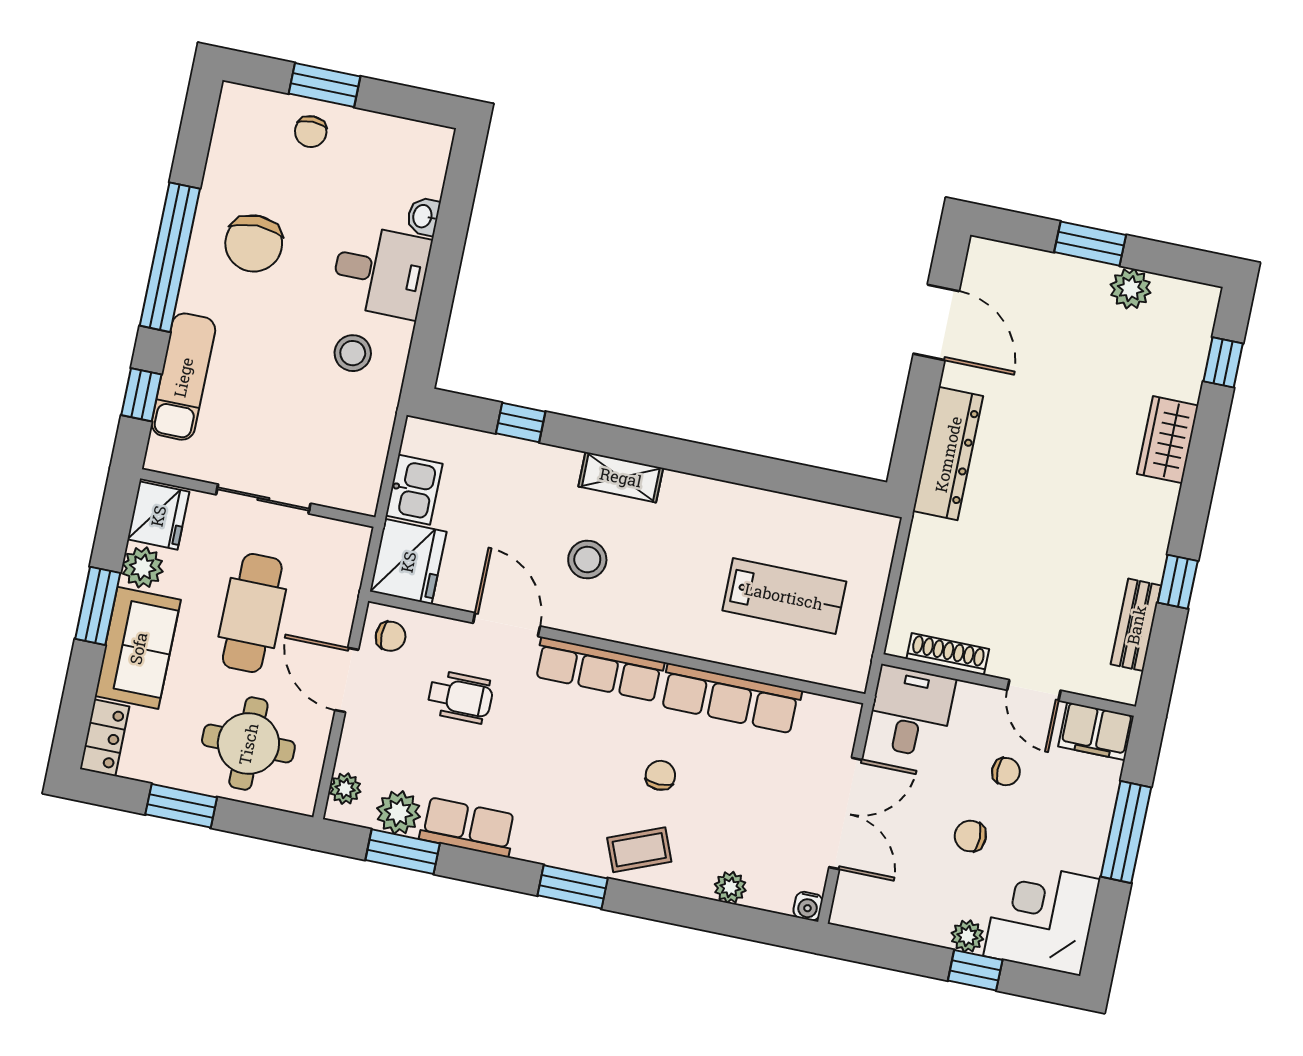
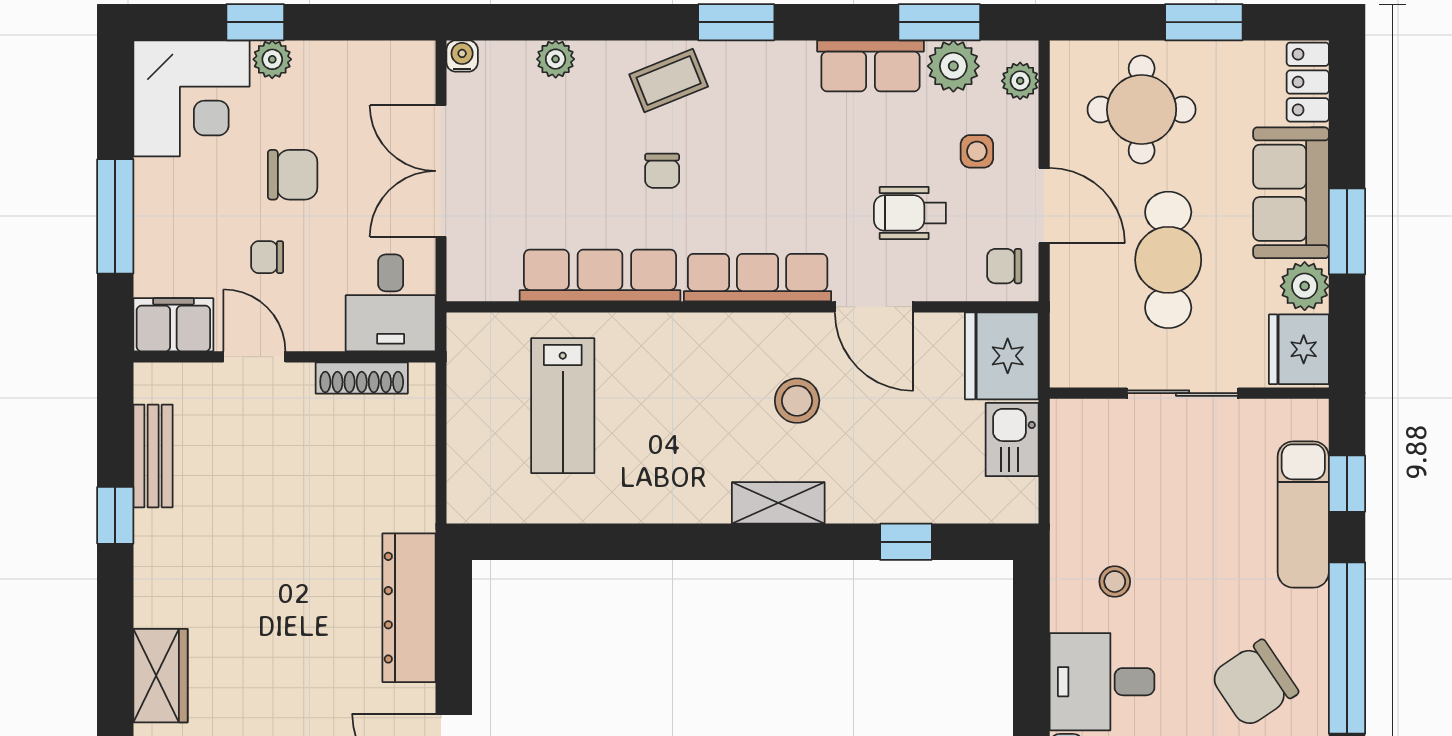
chair: (254, 243) -> (1254, 684), turned -124
stool: (353, 353) -> (1115, 582), width x0.73, depth x0.73
lab bench: (784, 596) -> (563, 406), turned -90
side table: (394, 737) -> (977, 151), added
chair: (970, 836) -> (293, 175), width x1.37, depth x1.37

